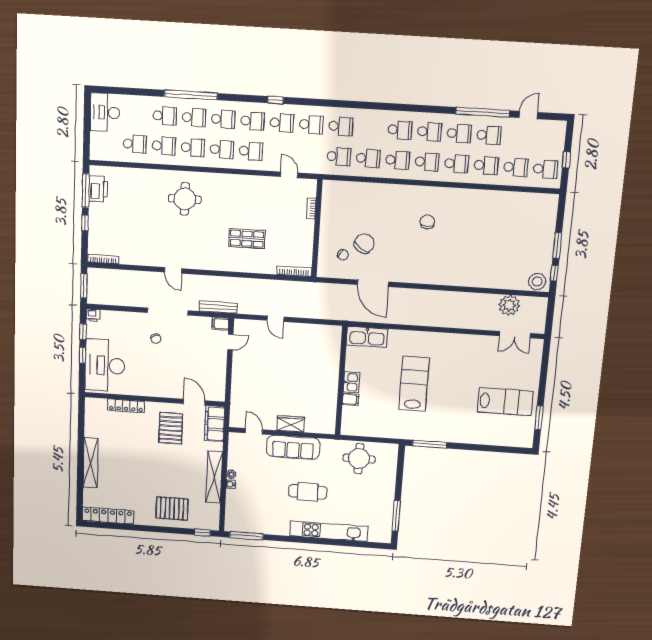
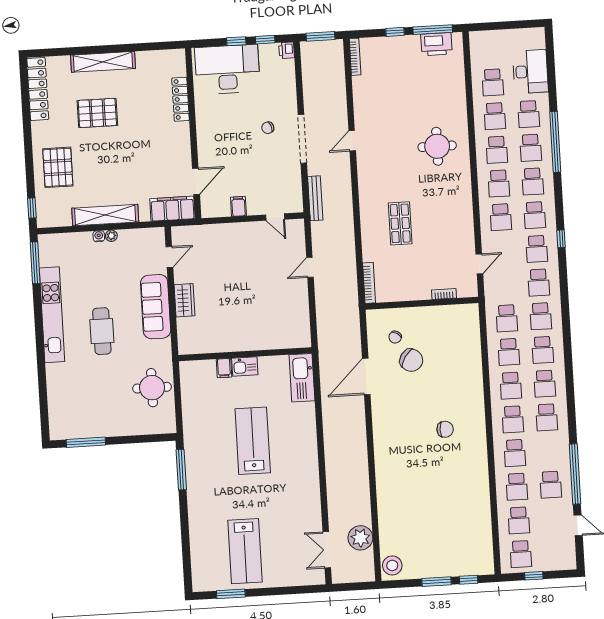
desk: (105, 112) -> (530, 72), moved, turned 90
school desk: (459, 133) -> (543, 350), moved
window: (554, 273) -> (469, 580), moved
filing cabinet: (220, 324) -> (238, 206), moved
lab bench: (414, 384) -> (253, 441), turned -90
pallet: (171, 428) -> (97, 113), moved
kitchen unit: (329, 531) -> (52, 315), moved

